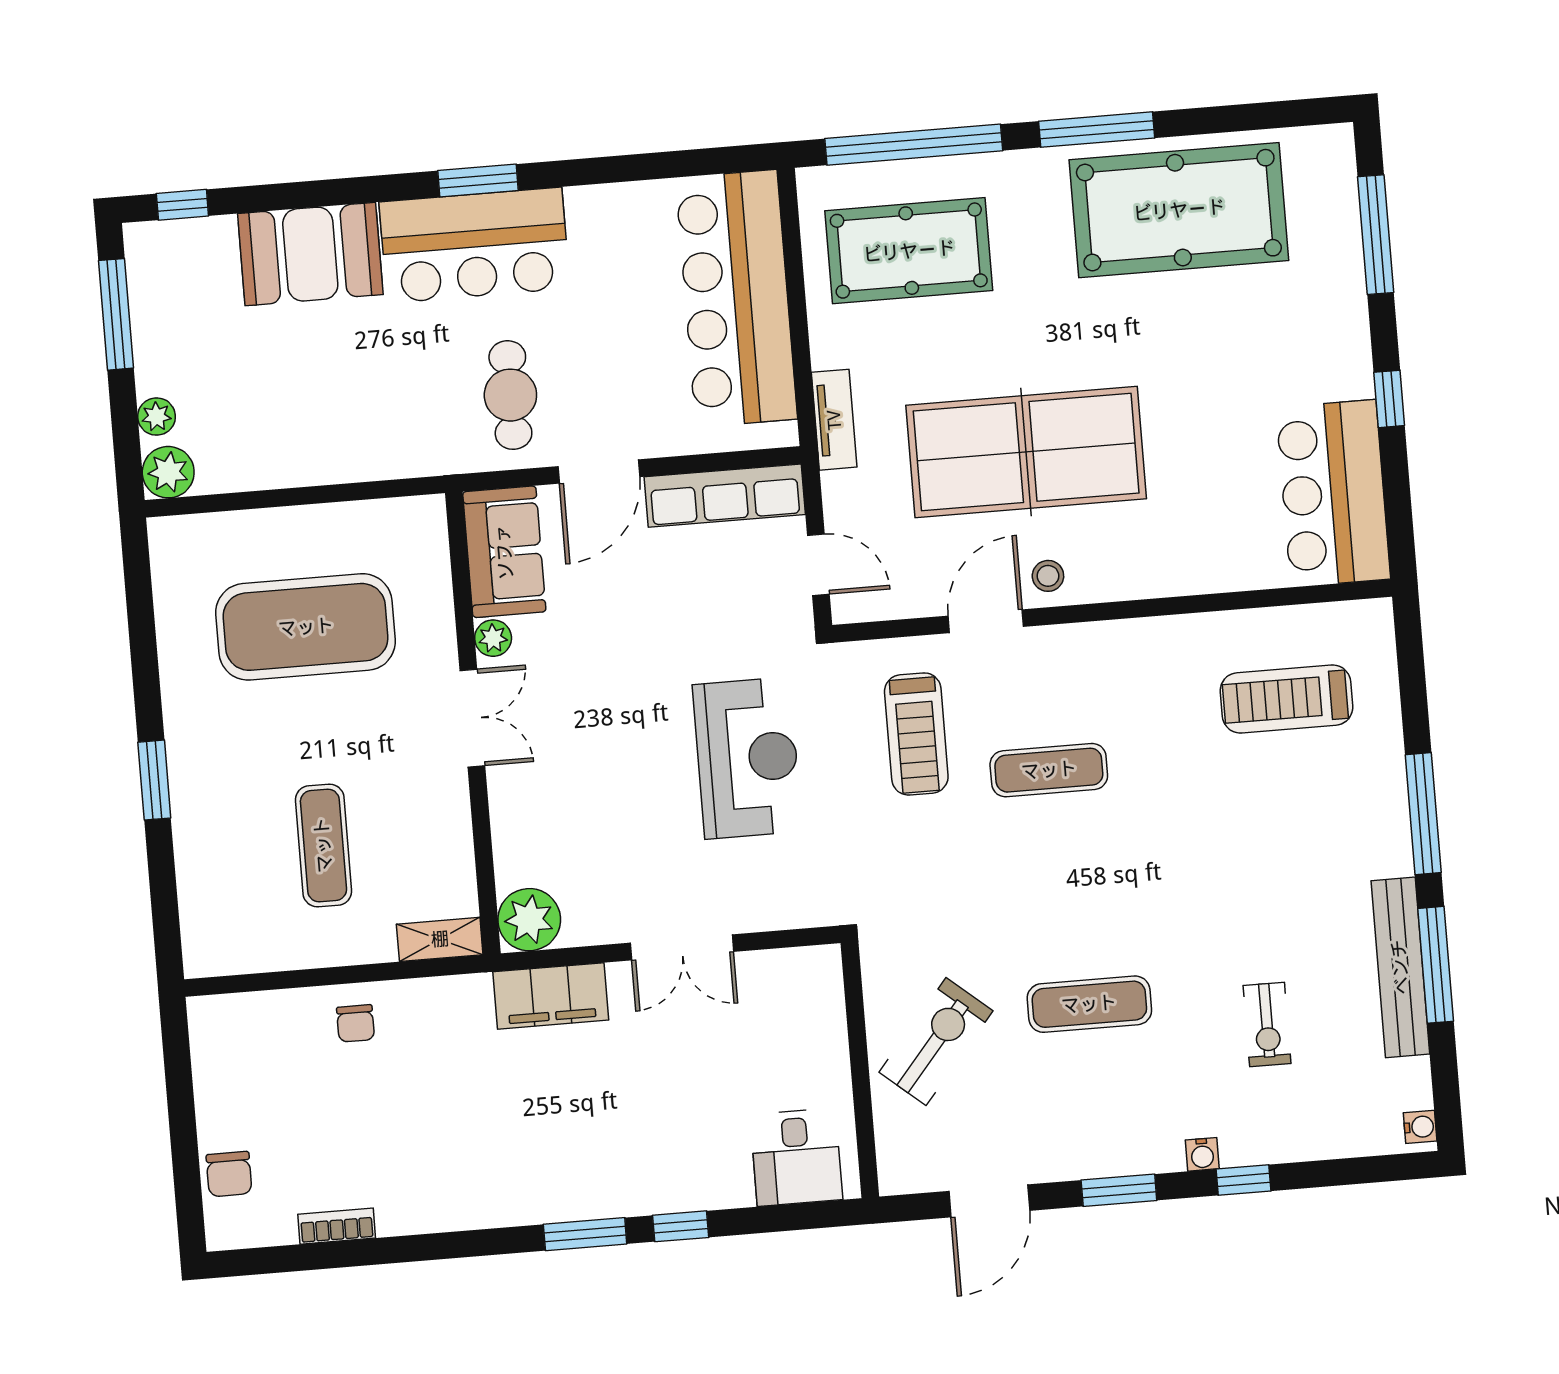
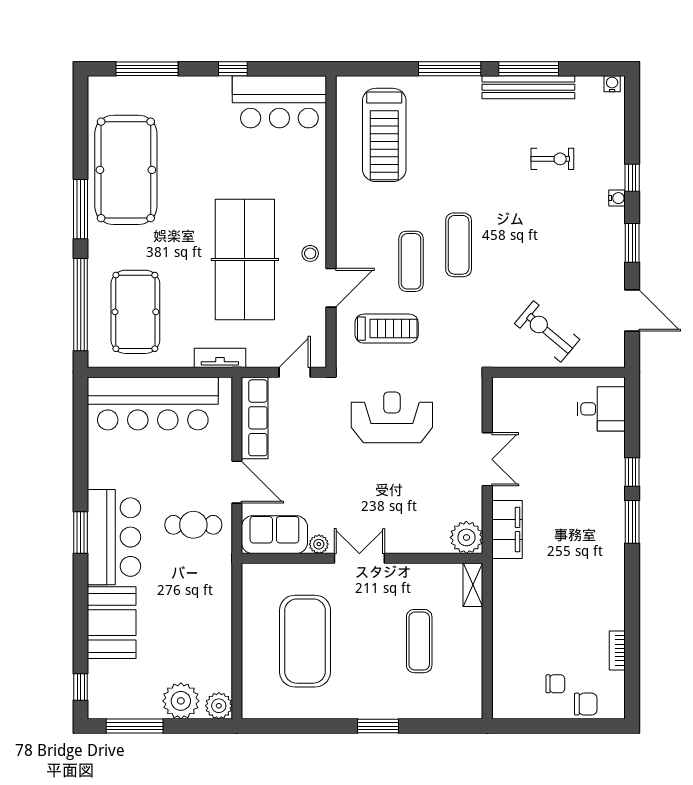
plant: (157, 417) -> (181, 701), width x1.88, depth x1.88
door: (986, 621) -> (331, 288), swing flipped
treadmill: (1286, 699) -> (384, 135), width x1.37, depth x1.38
exercise mat: (323, 845) -> (419, 641), turned 90
exercise mat: (1089, 1004) -> (459, 245), moved
chair: (356, 1023) -> (555, 684), moved

